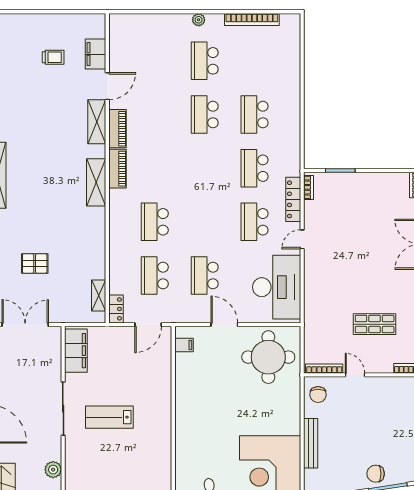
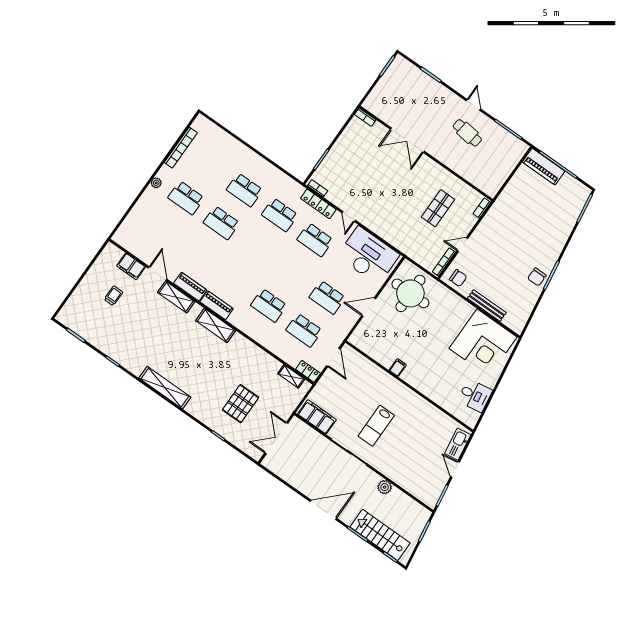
pallet: (35, 264) -> (241, 404), width x1.50, depth x1.42
filing cabinet: (184, 345) -> (398, 368), moved

